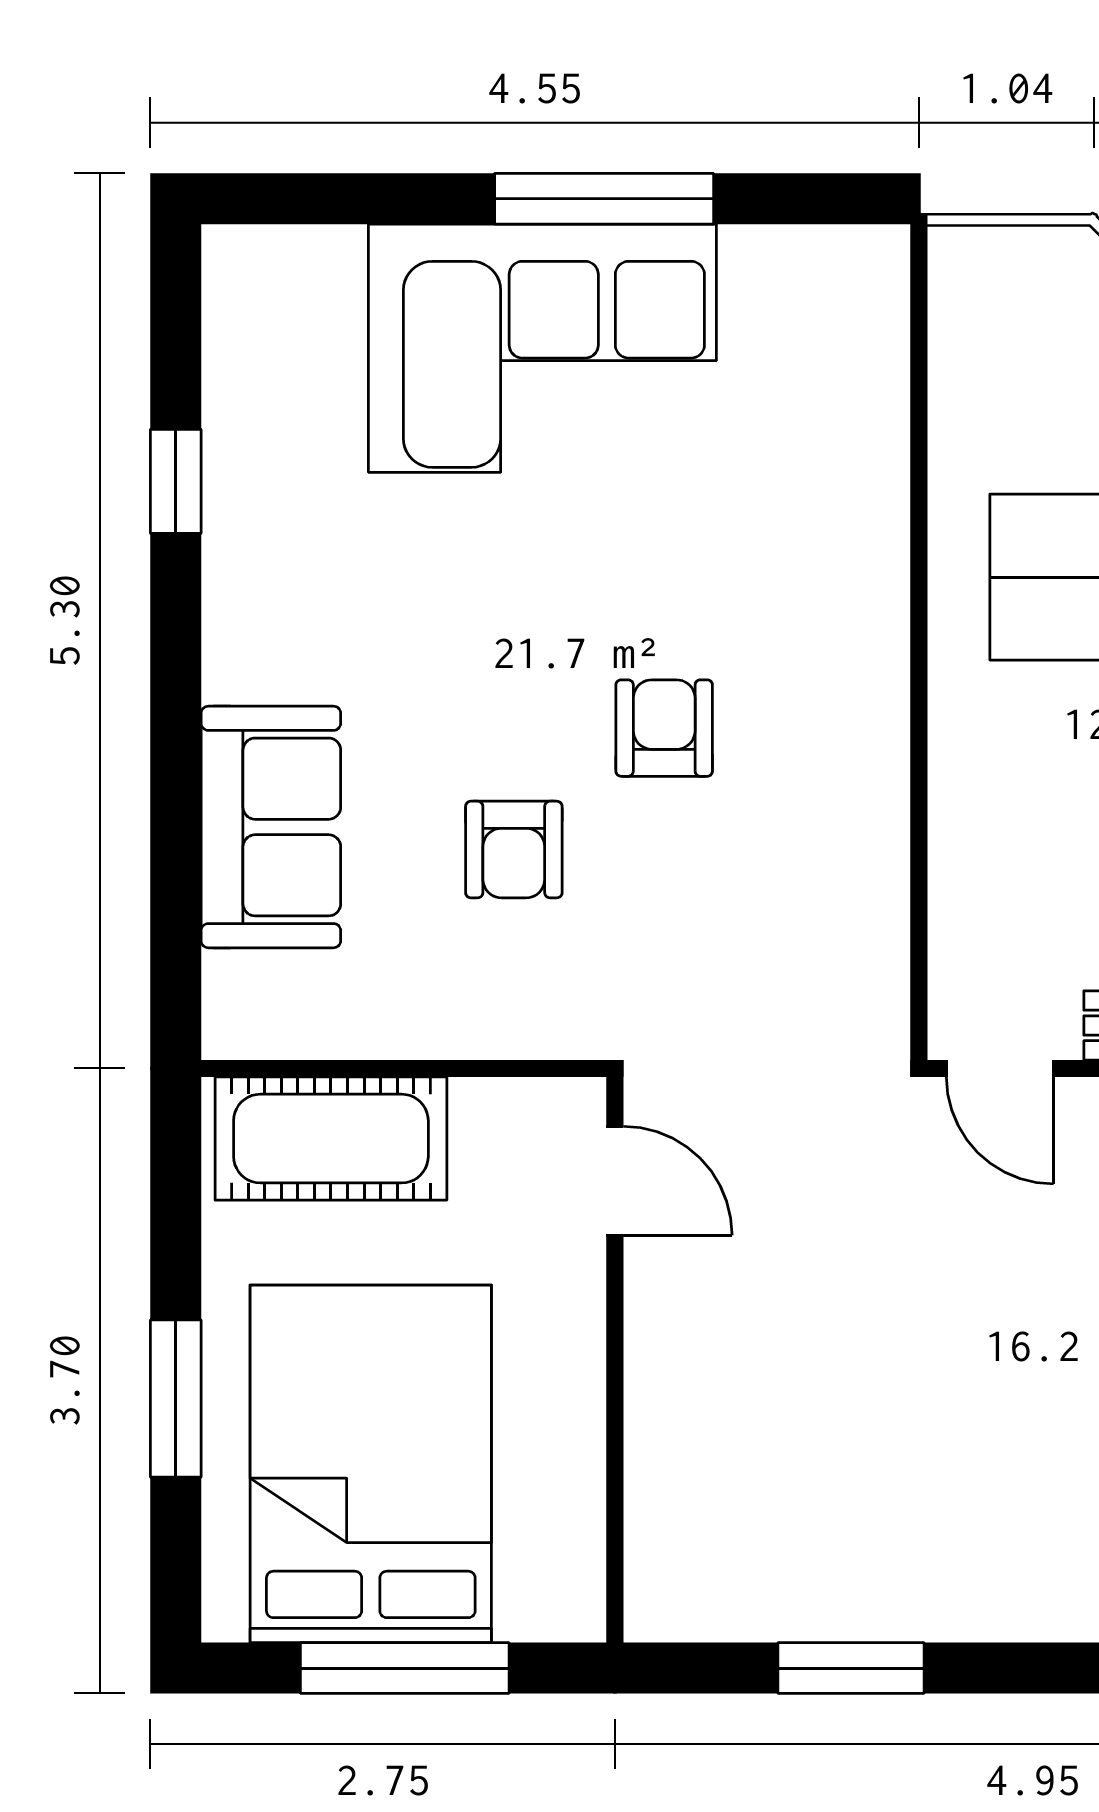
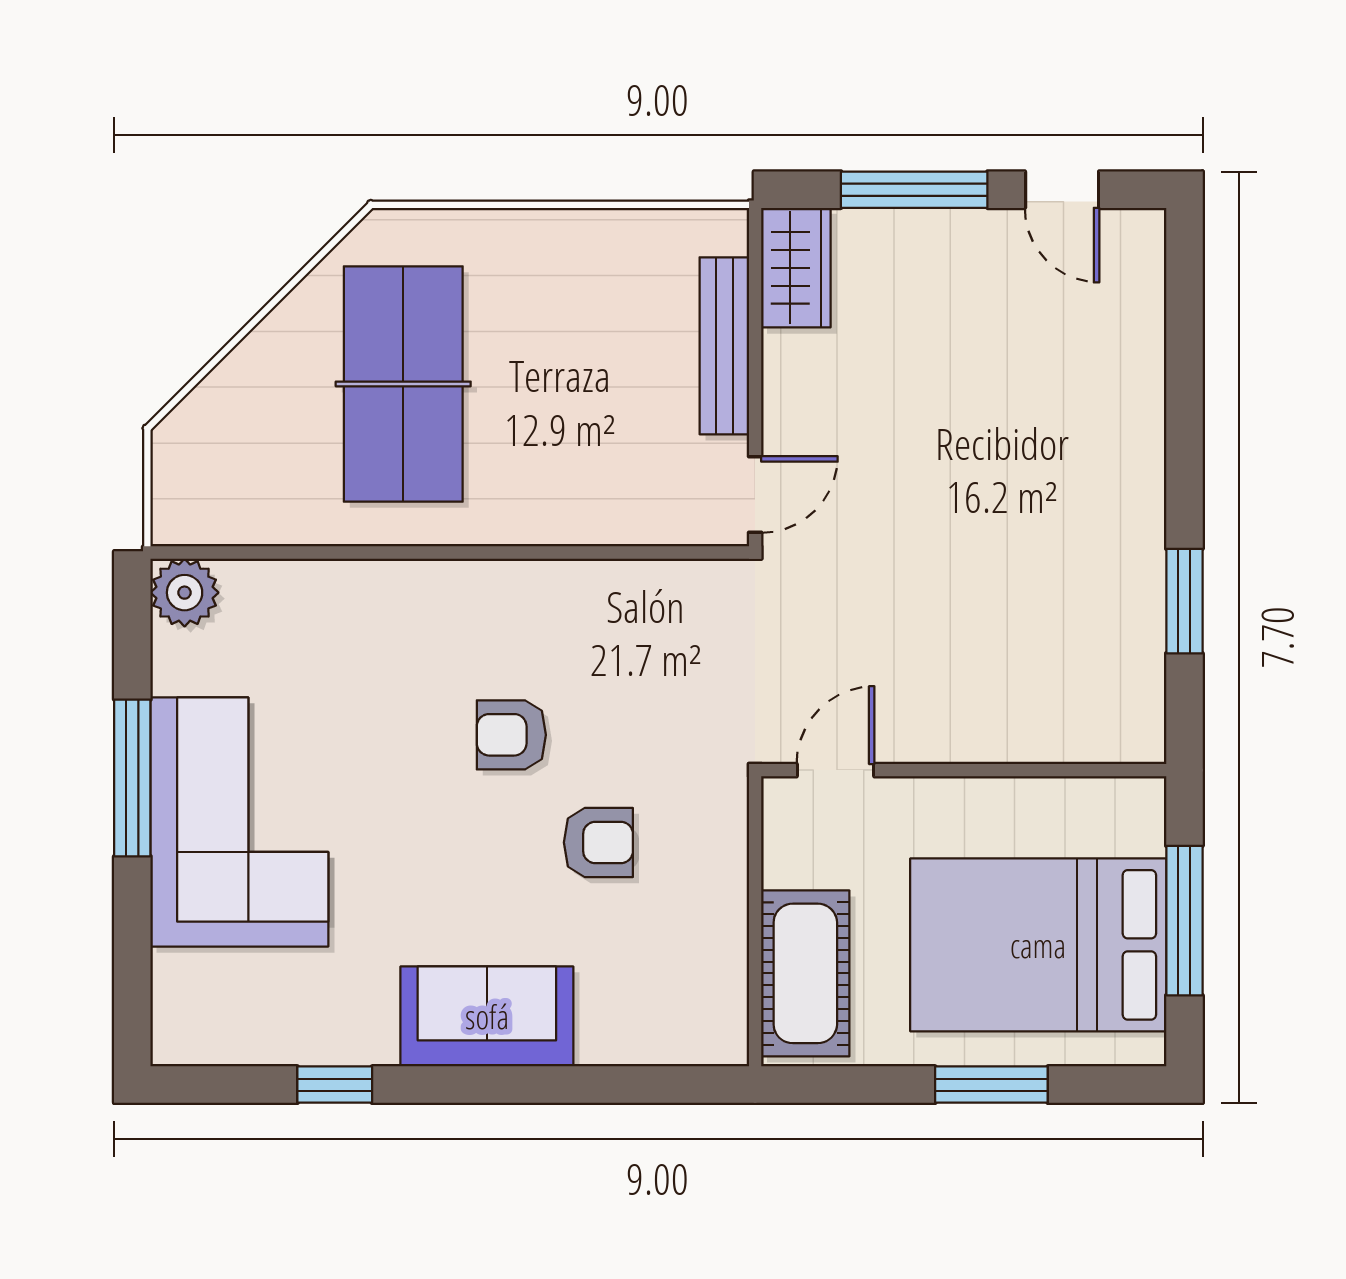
plant: (863, 272) -> (185, 593), added
sofa: (271, 827) -> (487, 1016), moved

